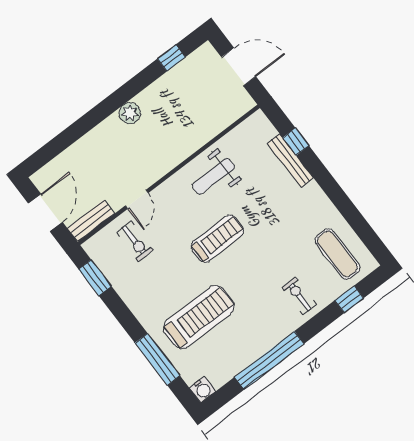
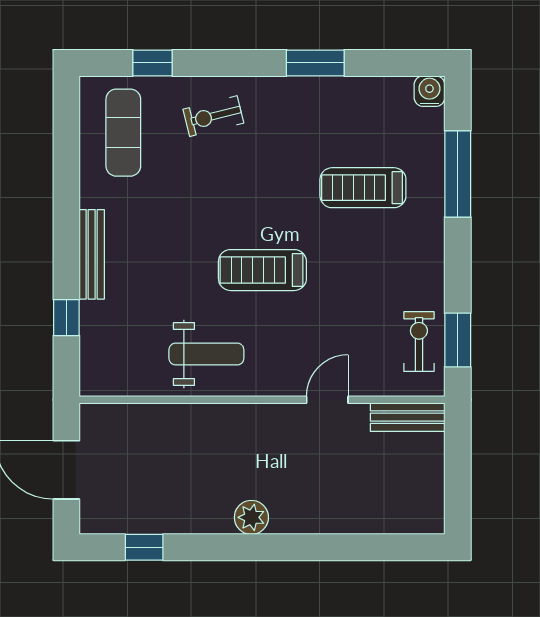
bench: (290, 160) -> (92, 254), moved
door: (45, 213) -> (458, 472), removed
exercise bike: (135, 241) -> (419, 342), moved
exercise bike: (299, 296) -> (213, 116), turned 76
treadmill: (199, 317) -> (363, 188), width x0.73, depth x0.73
window: (269, 360) -> (315, 63), width x0.47

